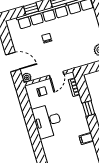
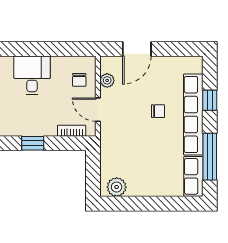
plant: (27, 78) -> (107, 80), moved
desk: (47, 121) -> (32, 75), width x0.73

